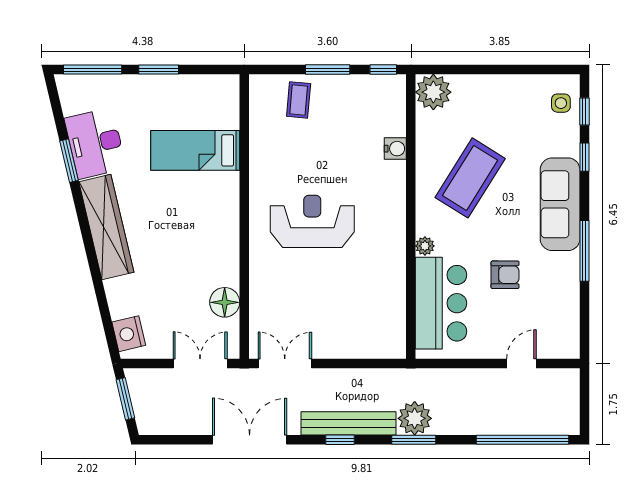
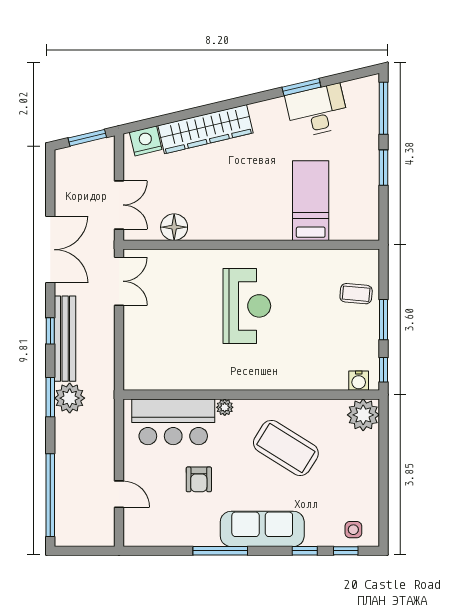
water cooler: (395, 149) -> (359, 381), moved
wardrobe: (106, 227) -> (206, 129), moved

